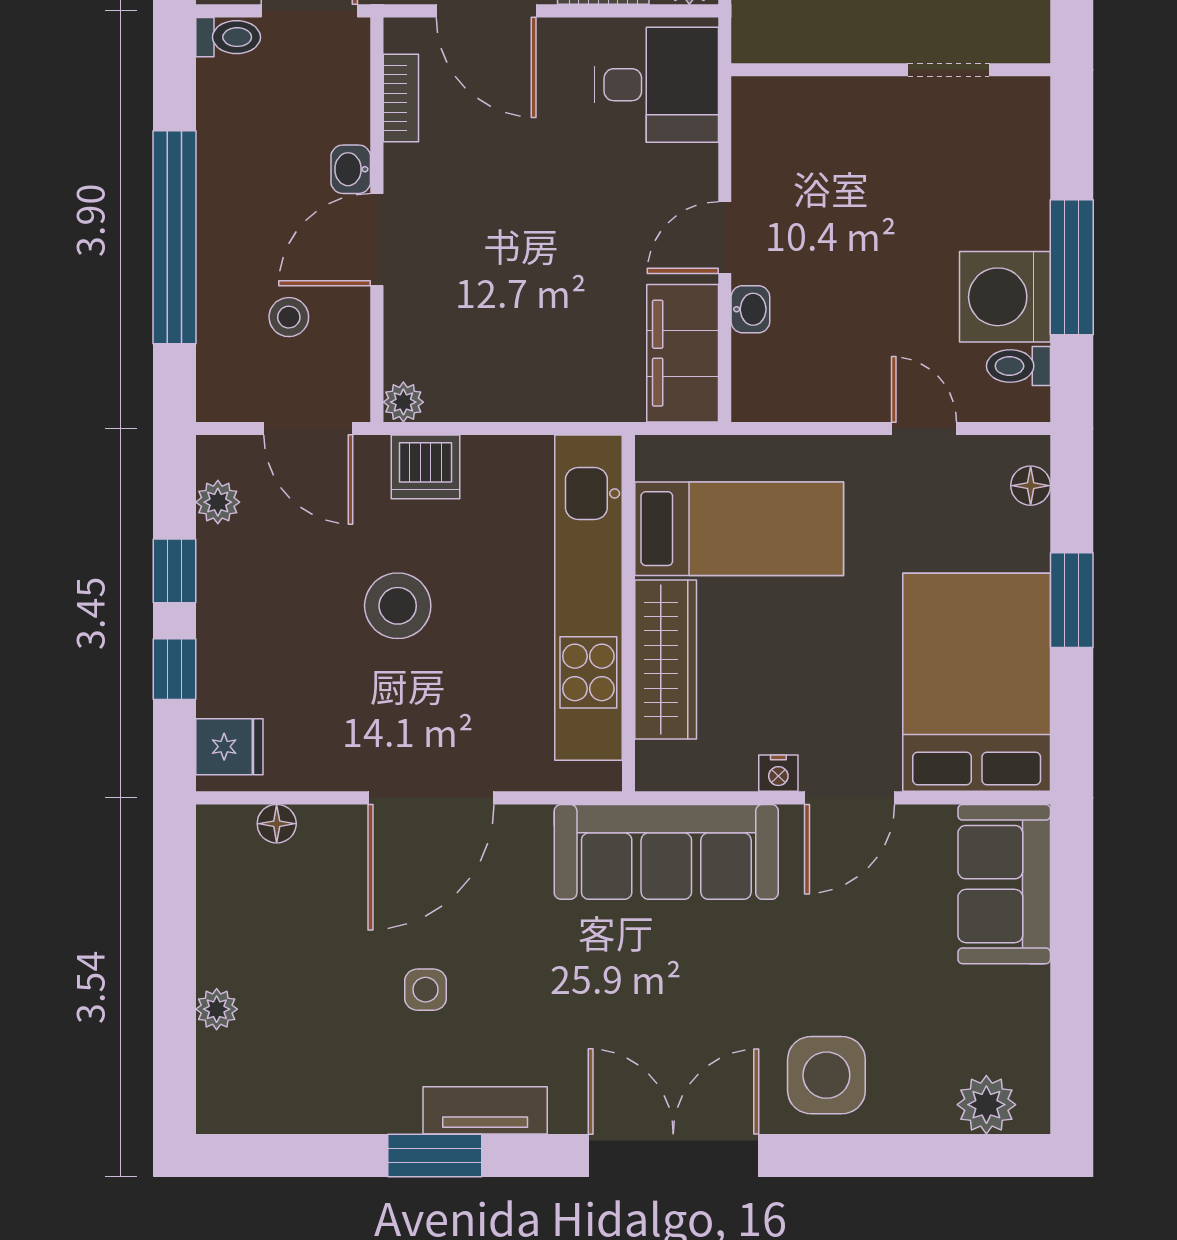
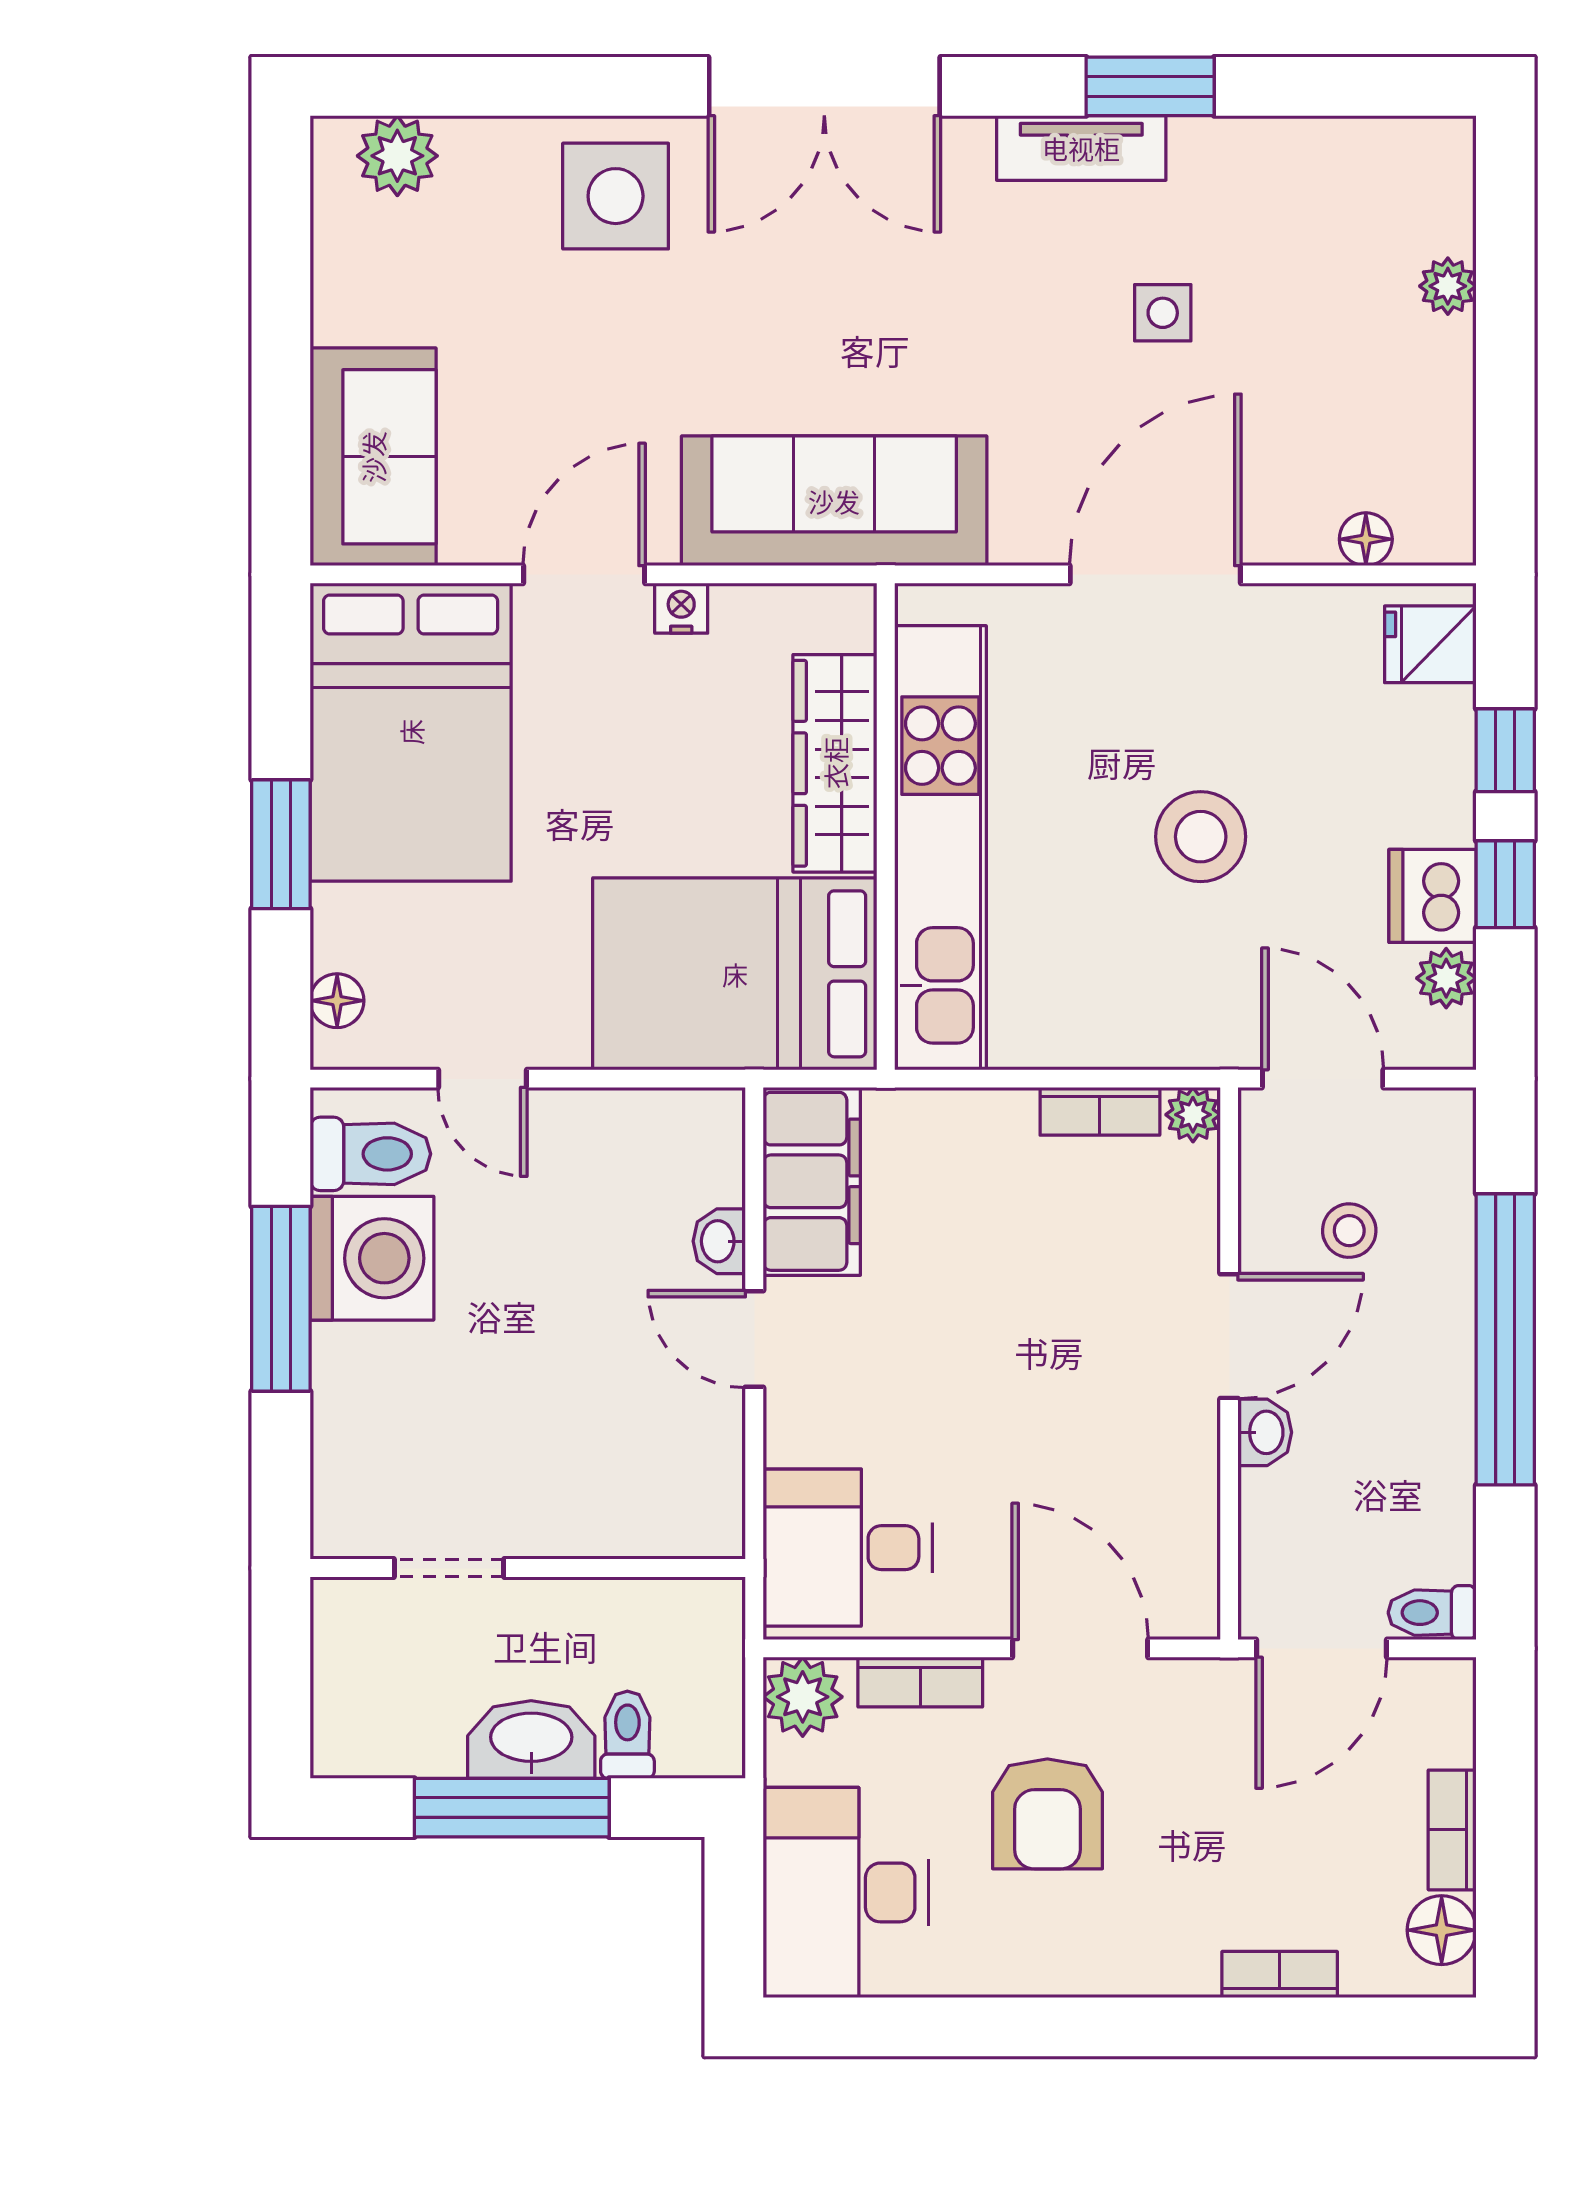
bookcase: (401, 98) -> (1100, 1111), moved, turned -90
door: (725, 238) -> (754, 1339), swing flipped
toilet: (1018, 366) -> (370, 1154), width x1.37, depth x1.39
dishwasher: (425, 467) -> (1432, 896), moved, turned -90
bed: (739, 529) -> (735, 974), width x1.50

